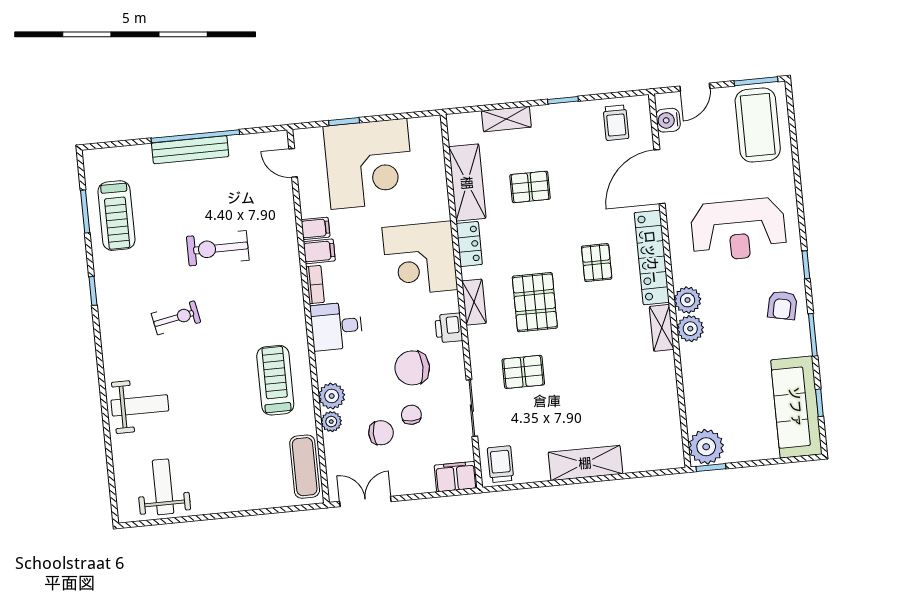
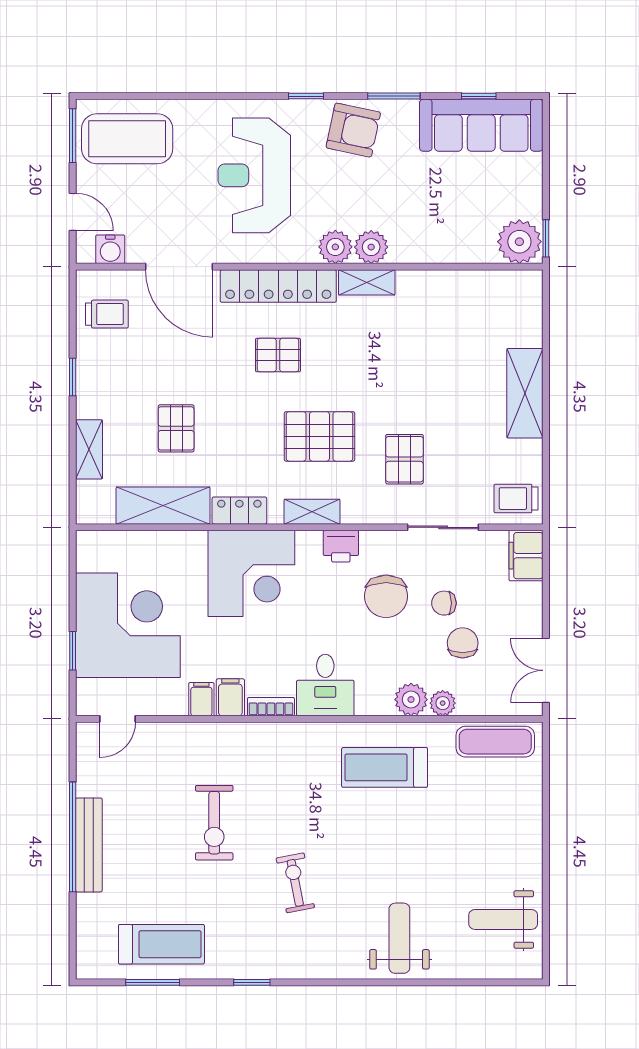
reception desk: (738, 230) -> (254, 175), turned 180
armchair: (782, 305) -> (353, 130), width x1.38, depth x1.38

